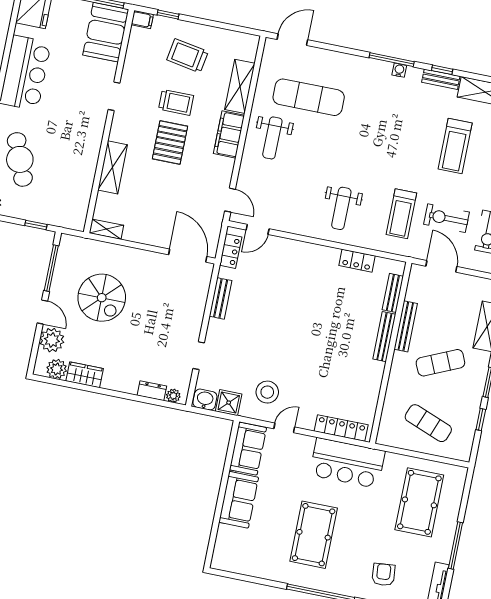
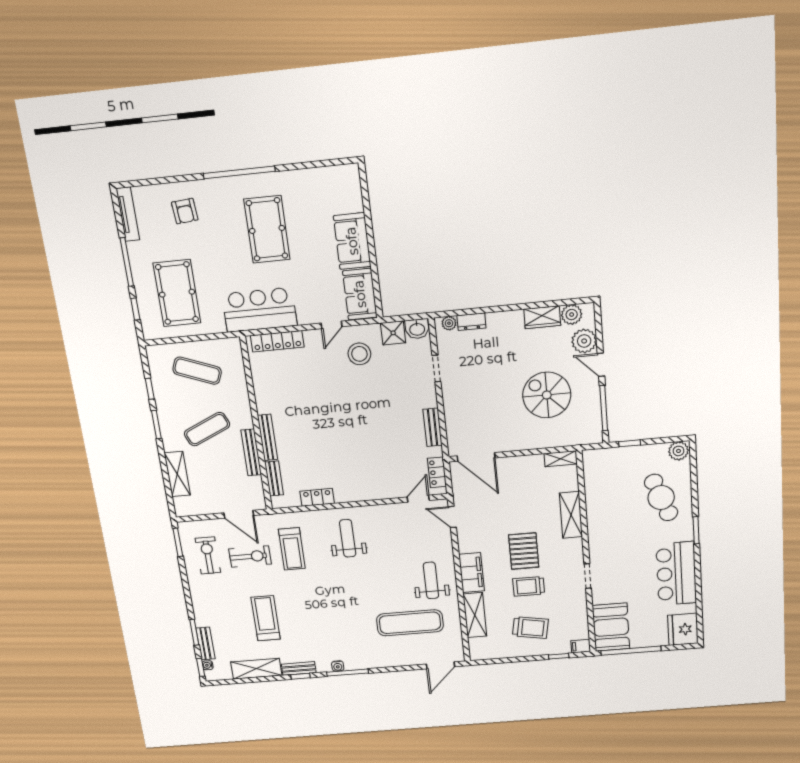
treadmill: (401, 214) -> (292, 549), turned 180
window: (465, 500) -> (135, 309), added

